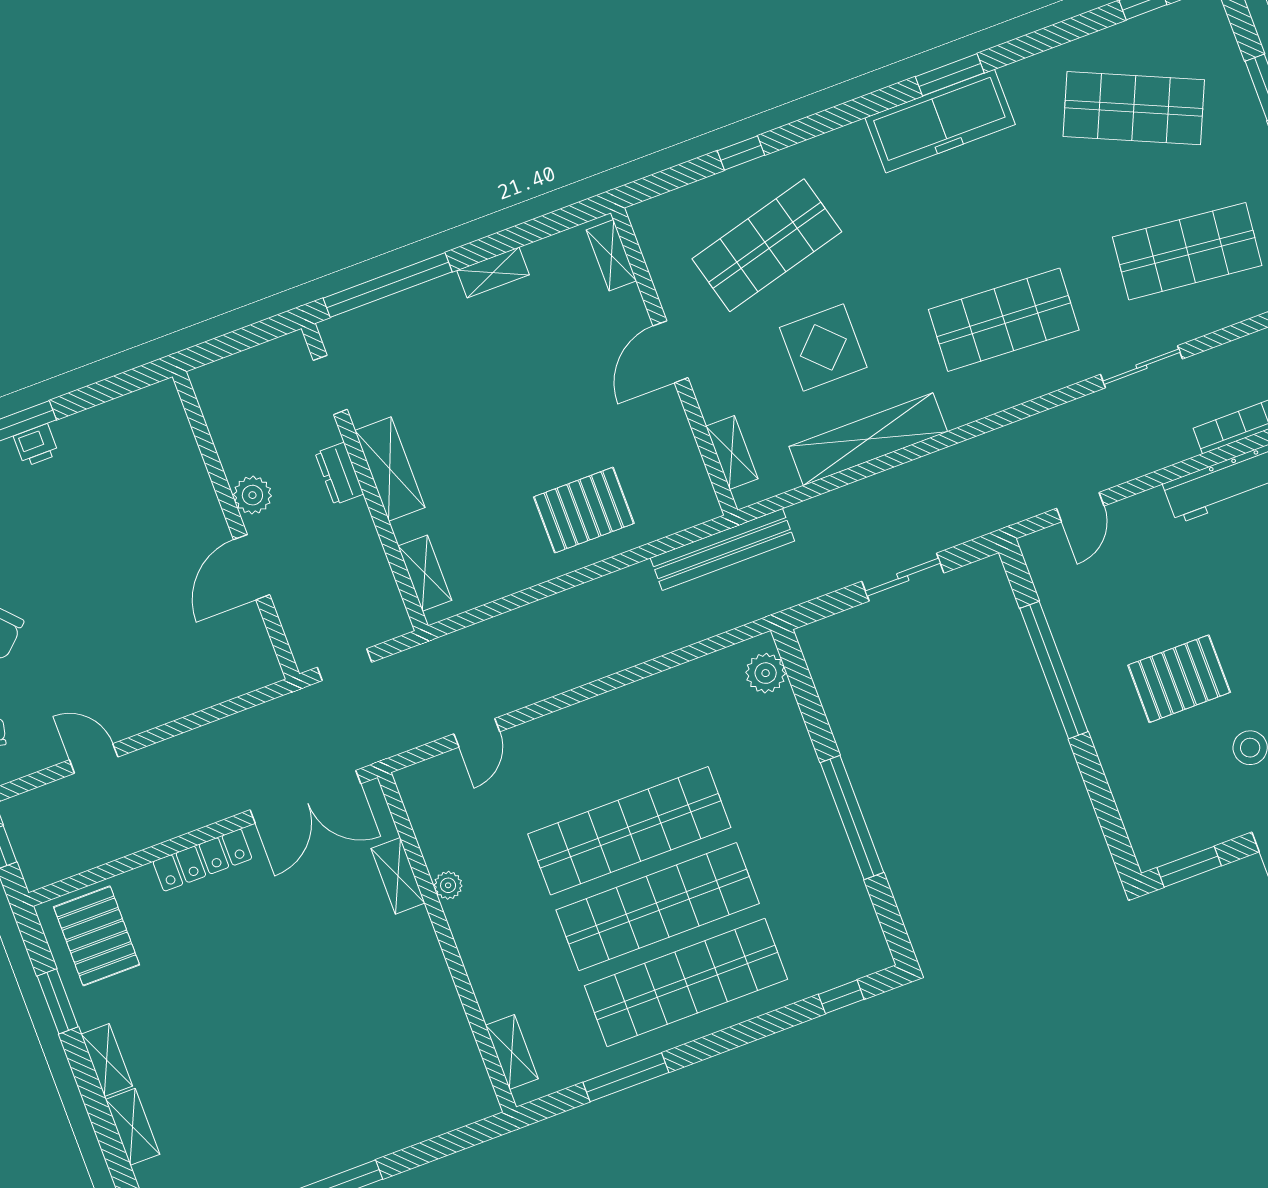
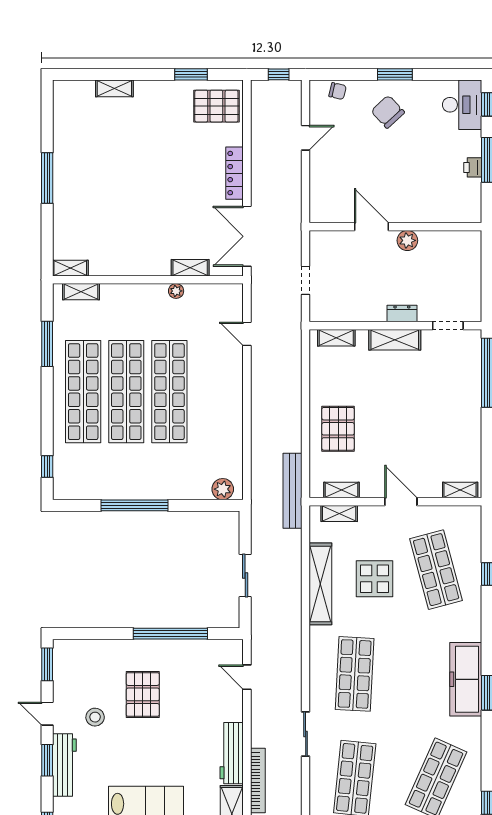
shelving: (493, 273) -> (342, 490), moved, turned 90
plant: (252, 495) -> (407, 240), moved
wall: (236, 525) -> (395, 227), moved
door: (252, 567) -> (372, 227), moved
shelving: (107, 1060) -> (70, 268), moved

